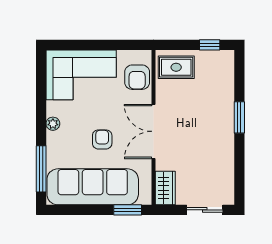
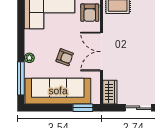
plant: (53, 124) -> (29, 58), moved
armchair: (102, 139) -> (65, 57), turned 110

